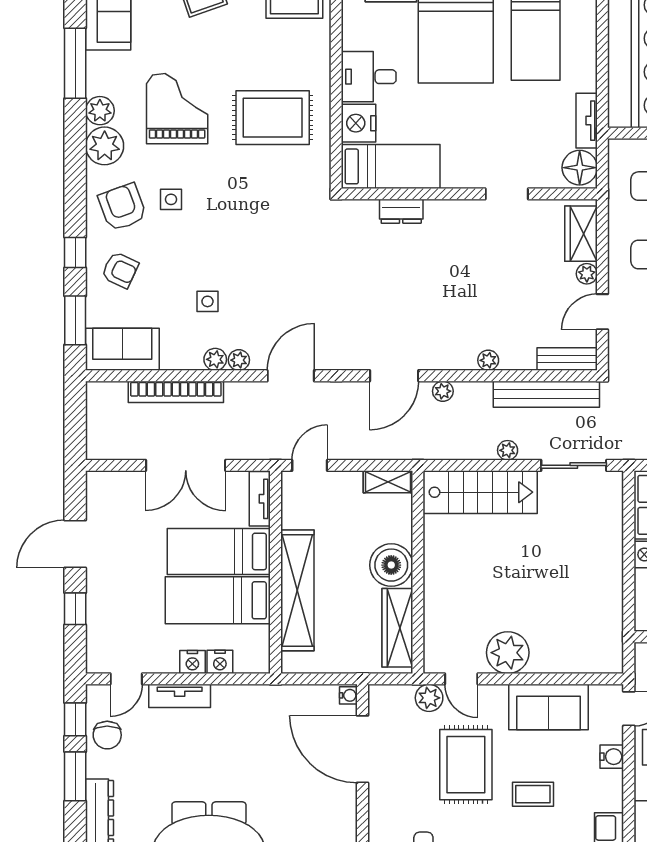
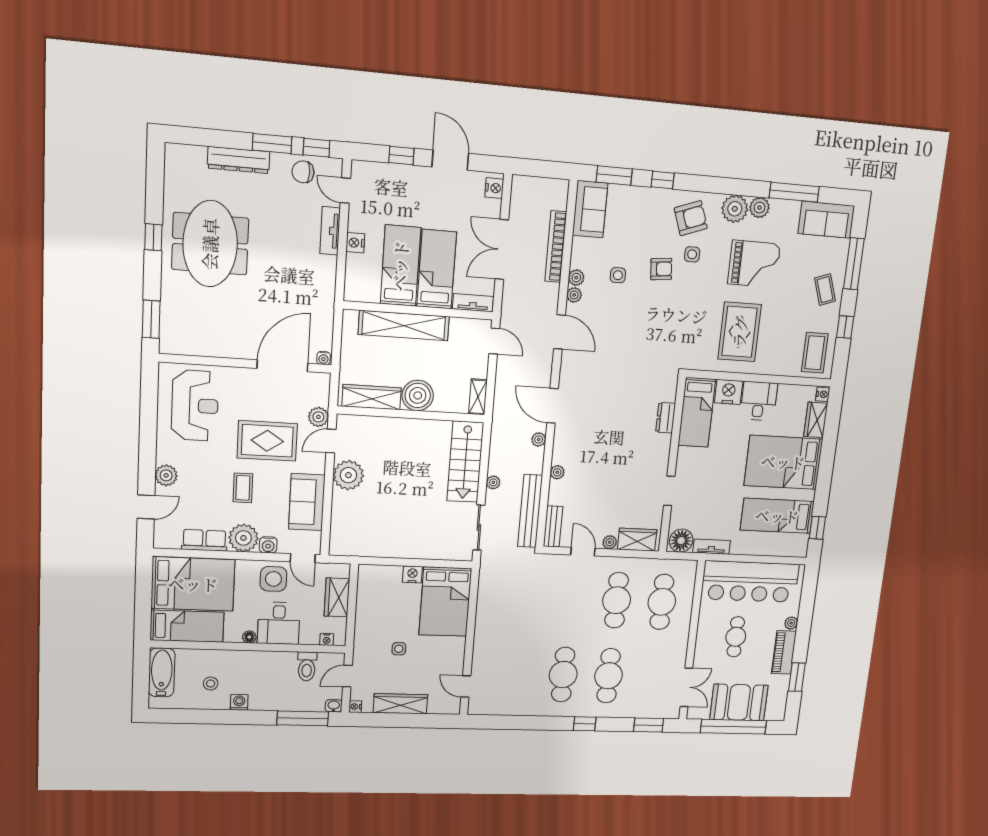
armchair: (120, 270) -> (661, 269), moved, turned -121
nightstand: (220, 662) -> (494, 188), moved, turned 180
plant: (603, 790) -> (243, 538), added

